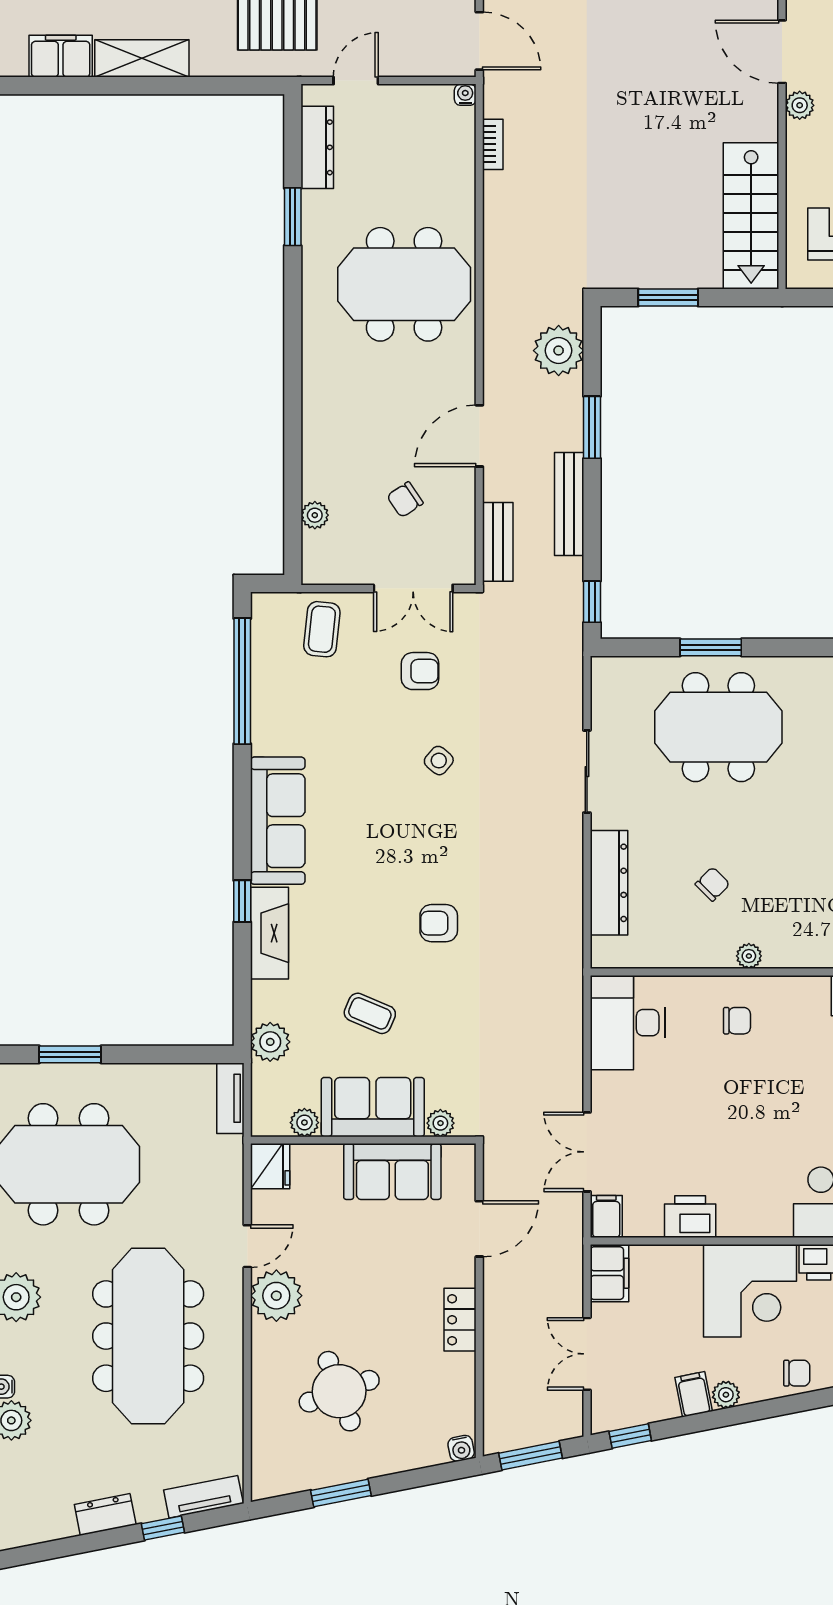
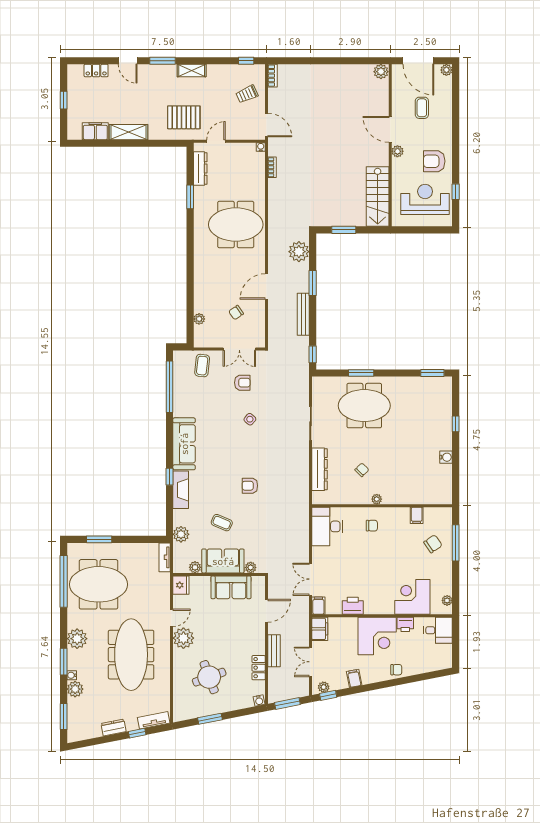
bench: (498, 542) -> (274, 651), moved
locker: (460, 1320) -> (259, 668), moved
plant: (726, 1395) -> (324, 687), moved

